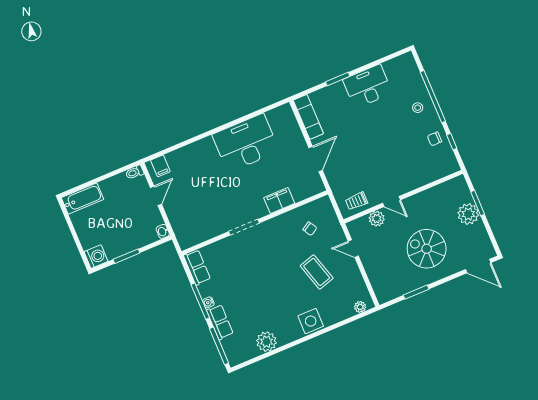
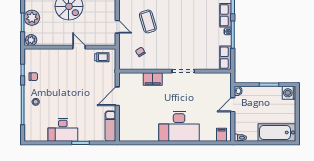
desk: (246, 143) -> (179, 126), moved
door: (156, 196) -> (233, 105), moved
bathtub: (83, 199) -> (277, 132), width x1.36, depth x1.36
plant: (377, 219) -> (31, 40), moved

